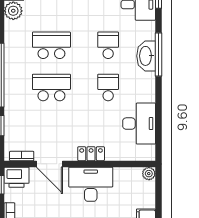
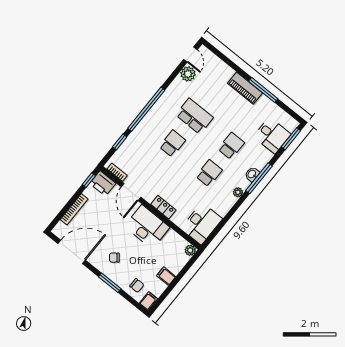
washbasin: (146, 56) -> (252, 174), width x0.52, depth x0.69
plant: (149, 83) -> (238, 192), added
school desk: (51, 87) -> (172, 144), width x0.54
desk: (139, 124) -> (201, 224), moved

